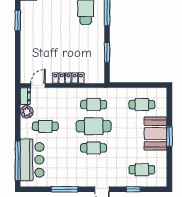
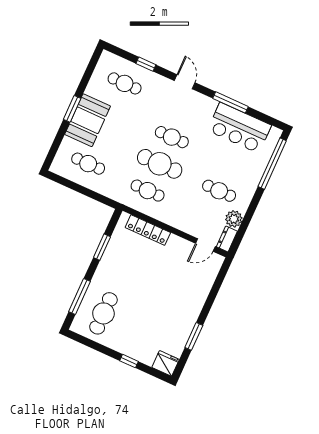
locker: (68, 78) -> (148, 230), moved
bar counter: (32, 160) -> (239, 128), moved, turned -90

